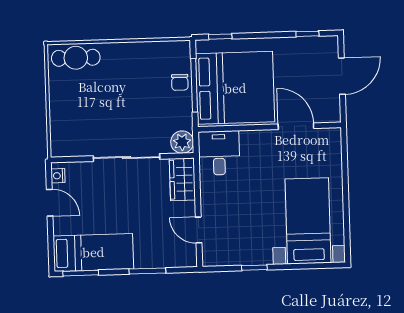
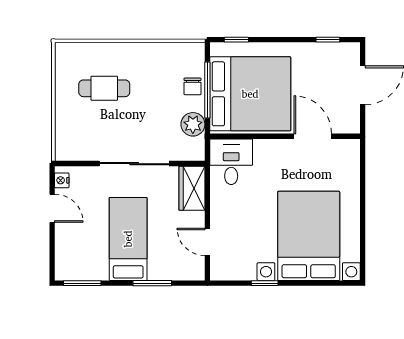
cafe table: (76, 58) -> (104, 88), moved
plant: (182, 142) -> (193, 124), moved
bed with nightstands: (308, 221) -> (309, 236), width x1.36
bed: (93, 252) -> (128, 239), moved, turned -90

